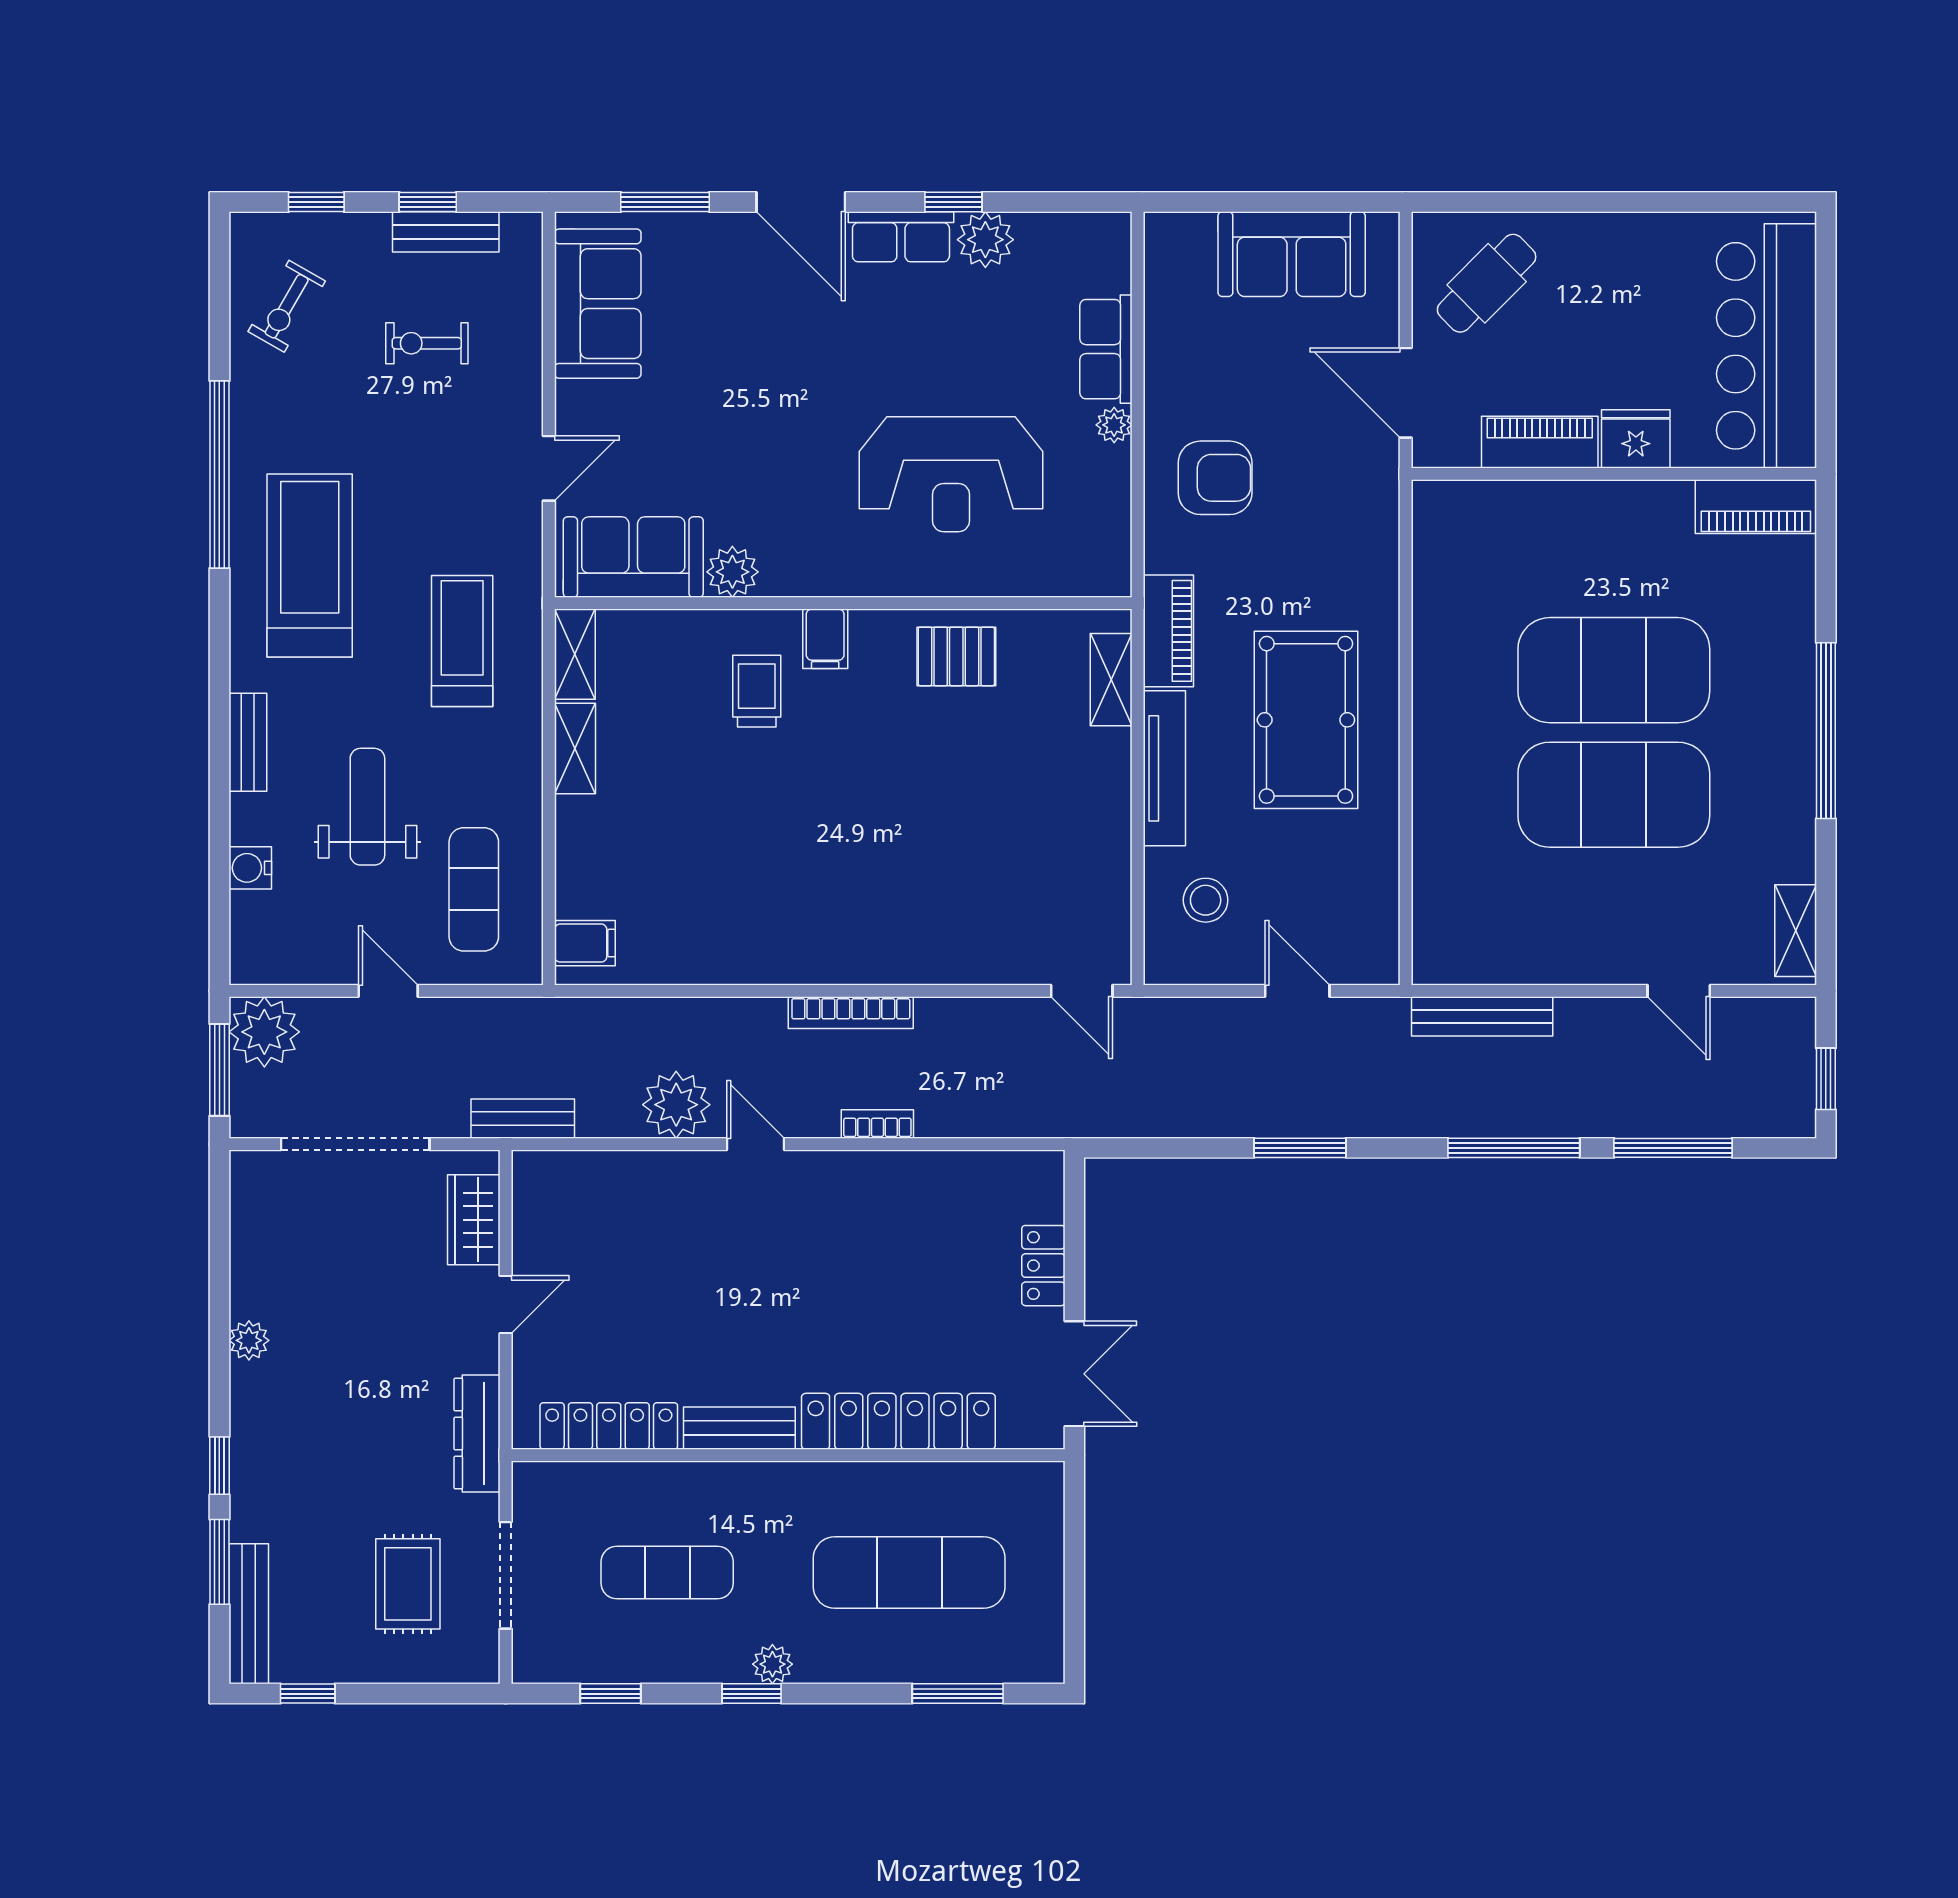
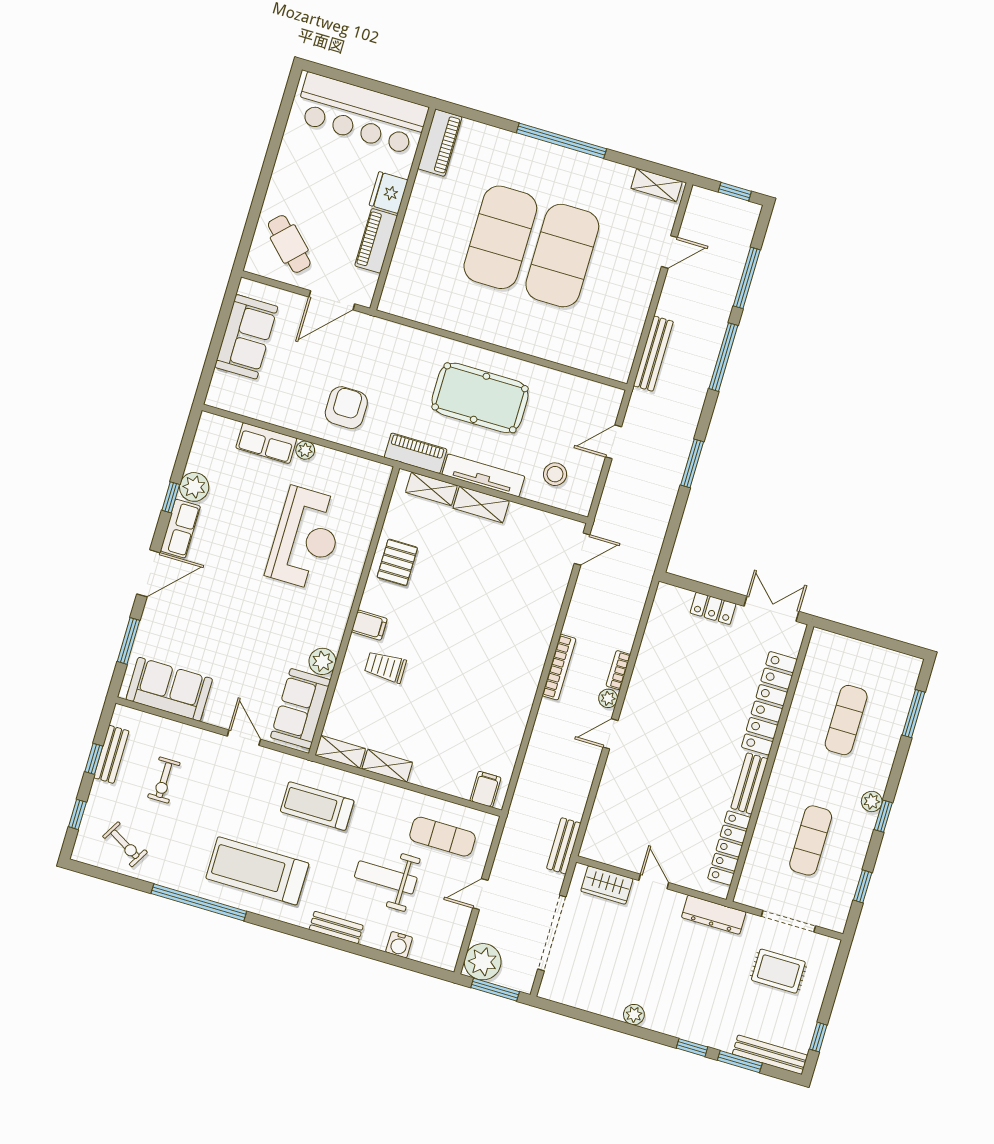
shelving: (1109, 780) -> (481, 504), added
plant: (676, 1105) -> (608, 698), moved, width x0.53, depth x0.53
exercise mat: (909, 1572) -> (846, 720), width x0.73, depth x0.69

